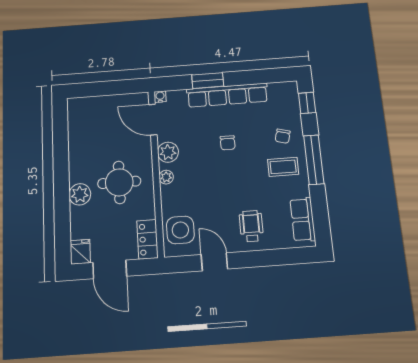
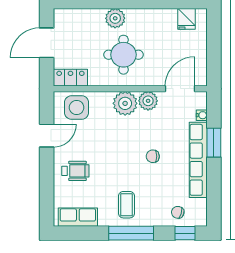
water cooler: (160, 97) -> (202, 115), moved
chair: (283, 136) -> (178, 212), moved
plant: (166, 177) -> (125, 103), width x1.87, depth x1.87
fridge: (80, 252) -> (187, 19), moved, turned 90

